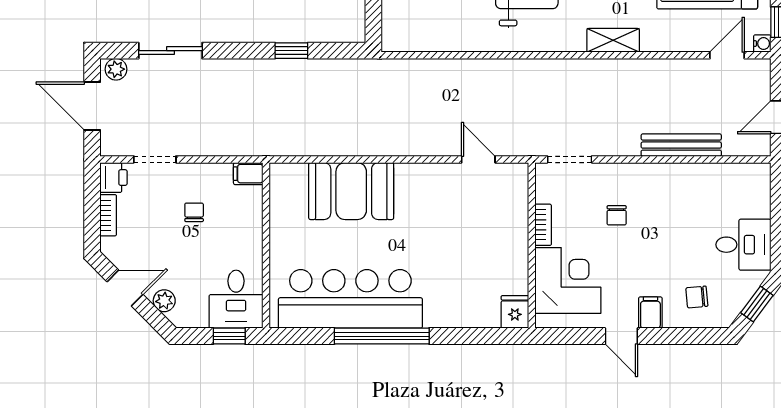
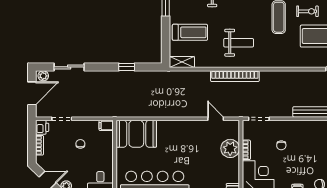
shelving: (613, 40) -> (182, 62), moved
bookcase: (519, 70) -> (235, 76), added
door: (92, 106) -> (32, 93), swing flipped
booth: (351, 191) -> (136, 134), moved
plant: (509, 222) -> (230, 148), added

